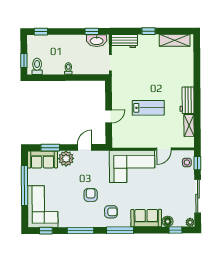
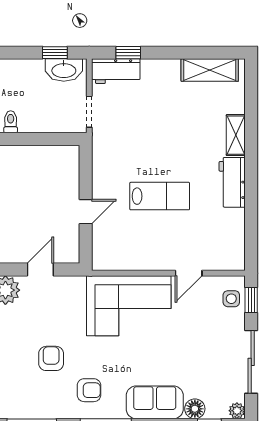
window: (149, 31) -> (128, 53), moved
shelving: (189, 125) -> (236, 135), moved

